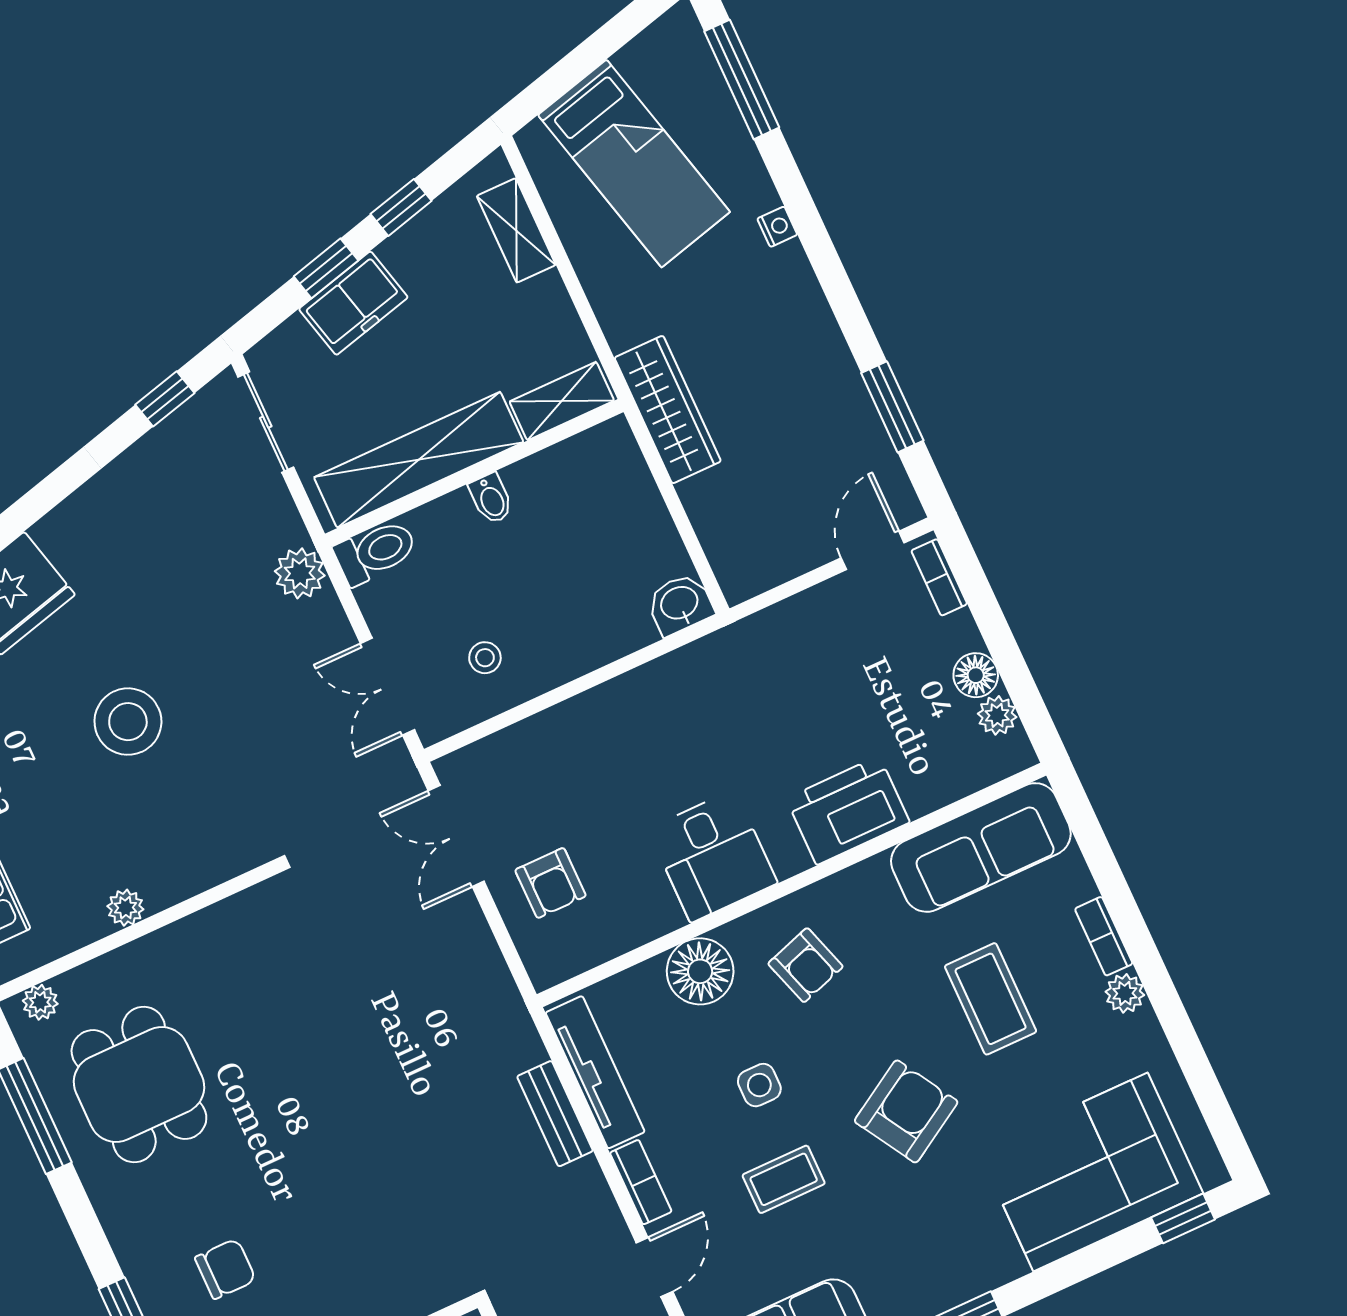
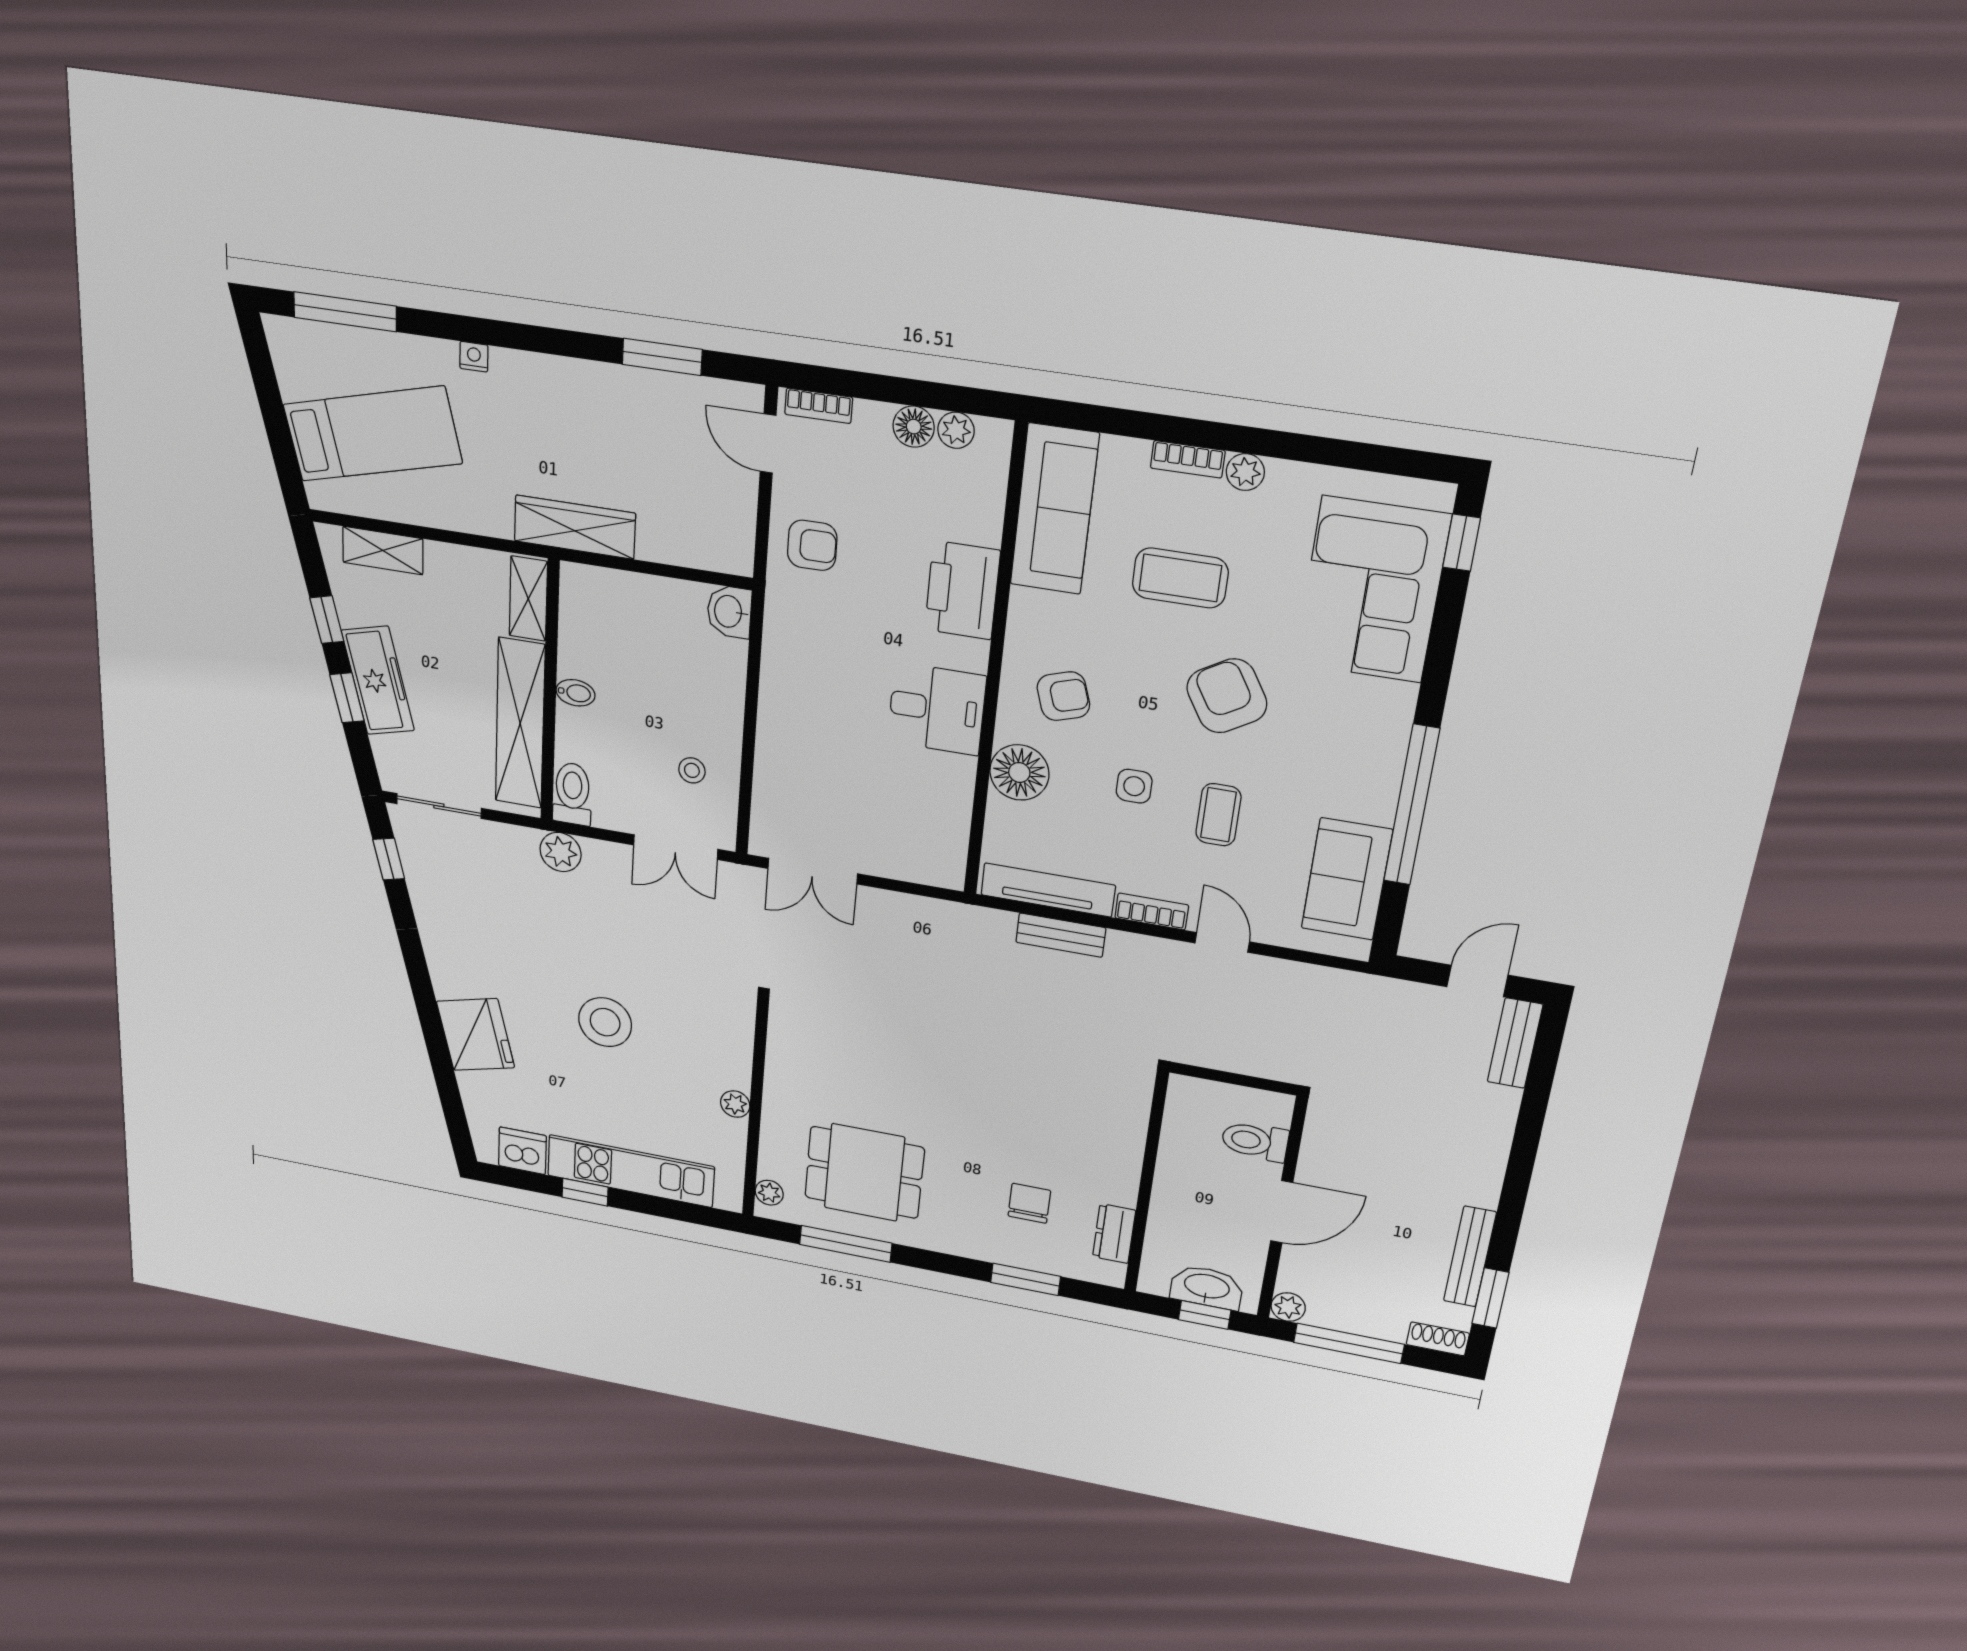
freezer: (353, 303) -> (378, 681), width x1.40
armchair: (550, 883) -> (812, 545), moved

